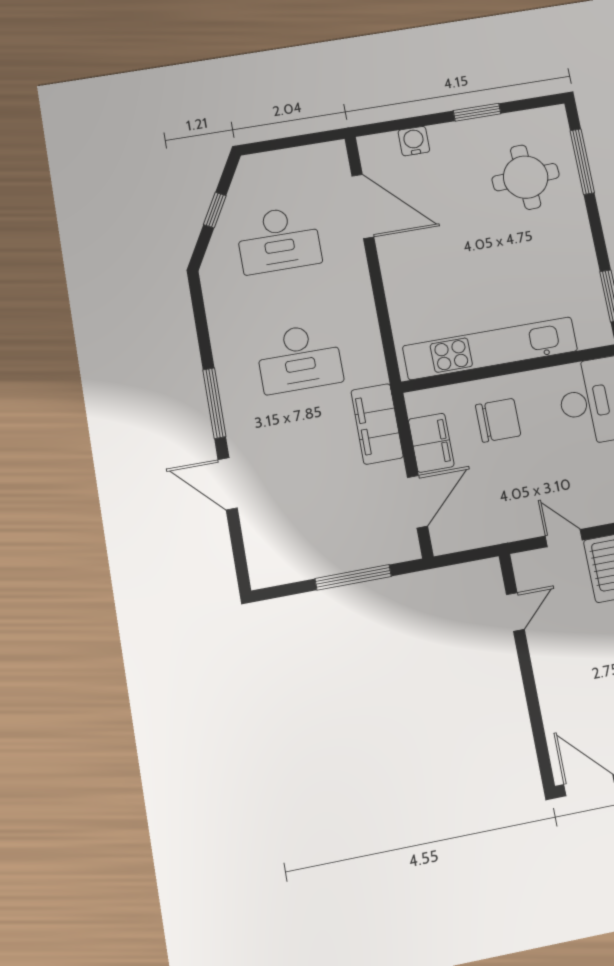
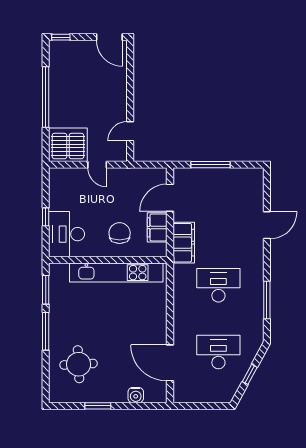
window: (582, 162) -> (46, 331), moved
window: (214, 403) -> (267, 300), moved
chair: (498, 420) -> (120, 233), turned 90
door: (228, 484) -> (267, 225), hinge flipped

